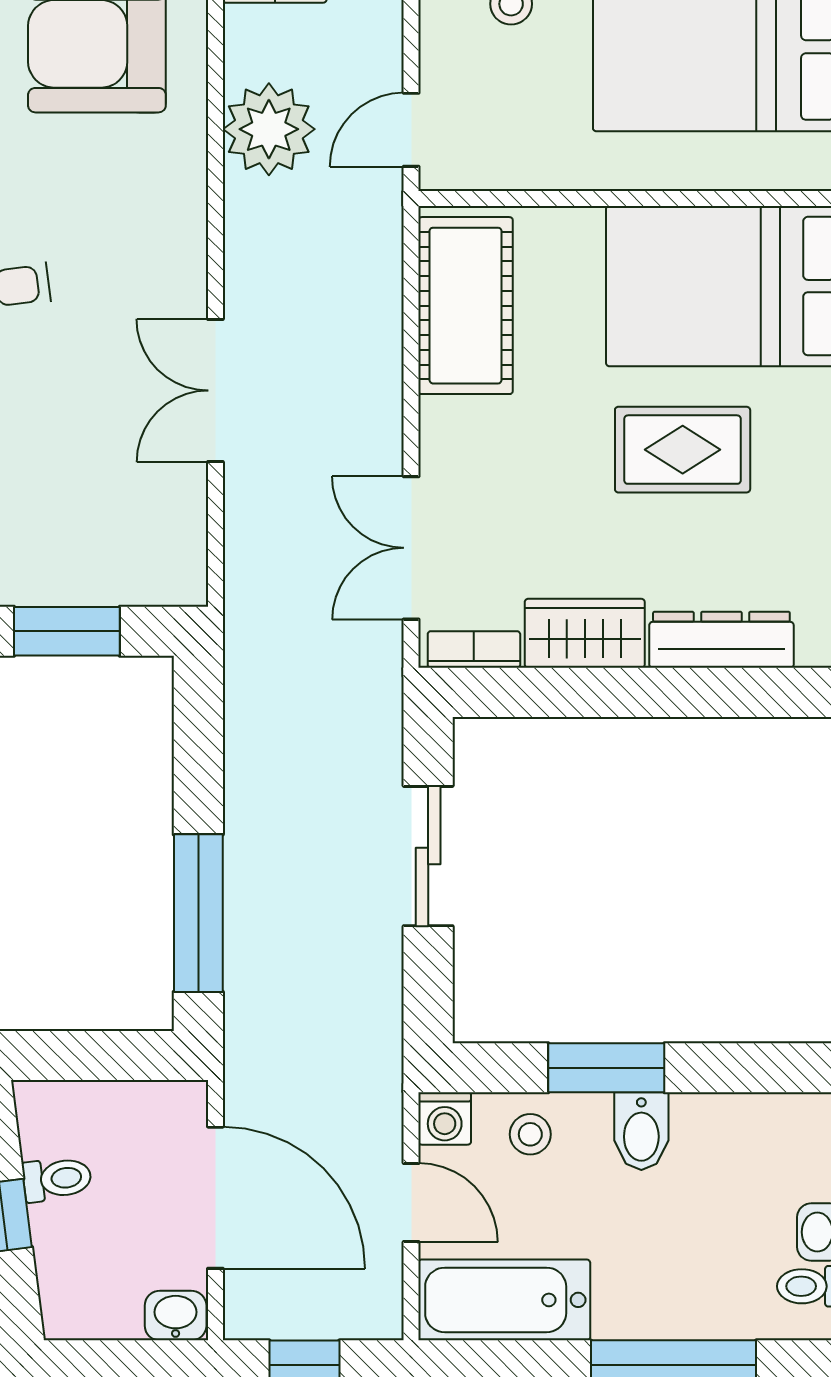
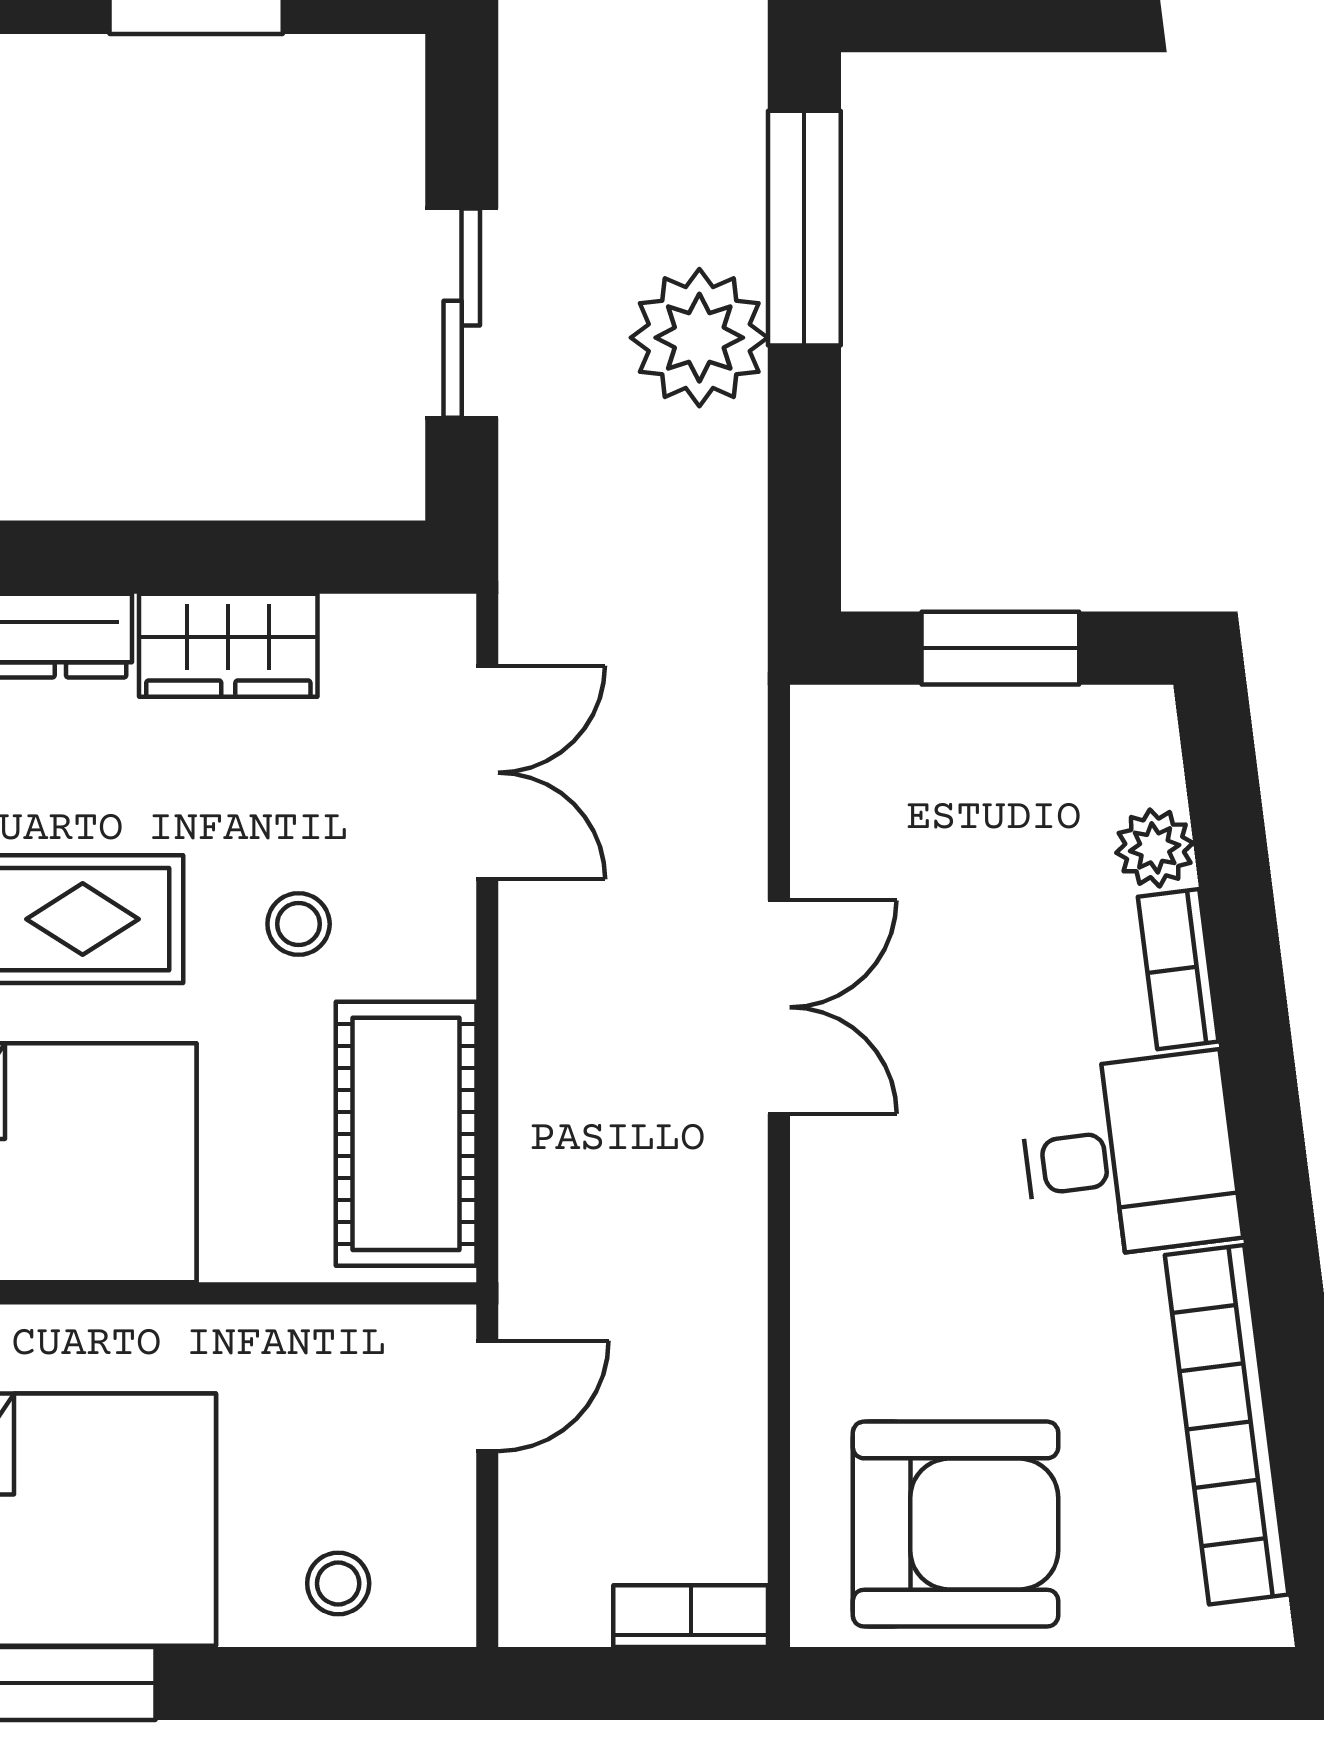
plant: (269, 129) -> (699, 338), moved
stool: (538, 446) -> (299, 924), added
bookcase: (474, 650) -> (394, 621), removed

